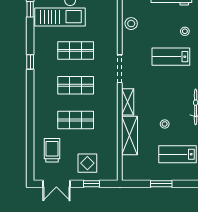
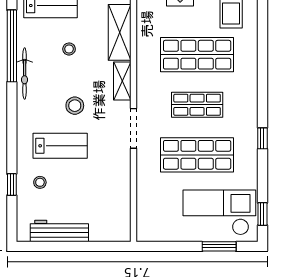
stool: (131, 24) -> (75, 106), moved
shop shelf: (76, 50) -> (197, 155), width x1.43, depth x1.36
shop shelf: (76, 120) -> (197, 55), width x1.43, depth x1.36

